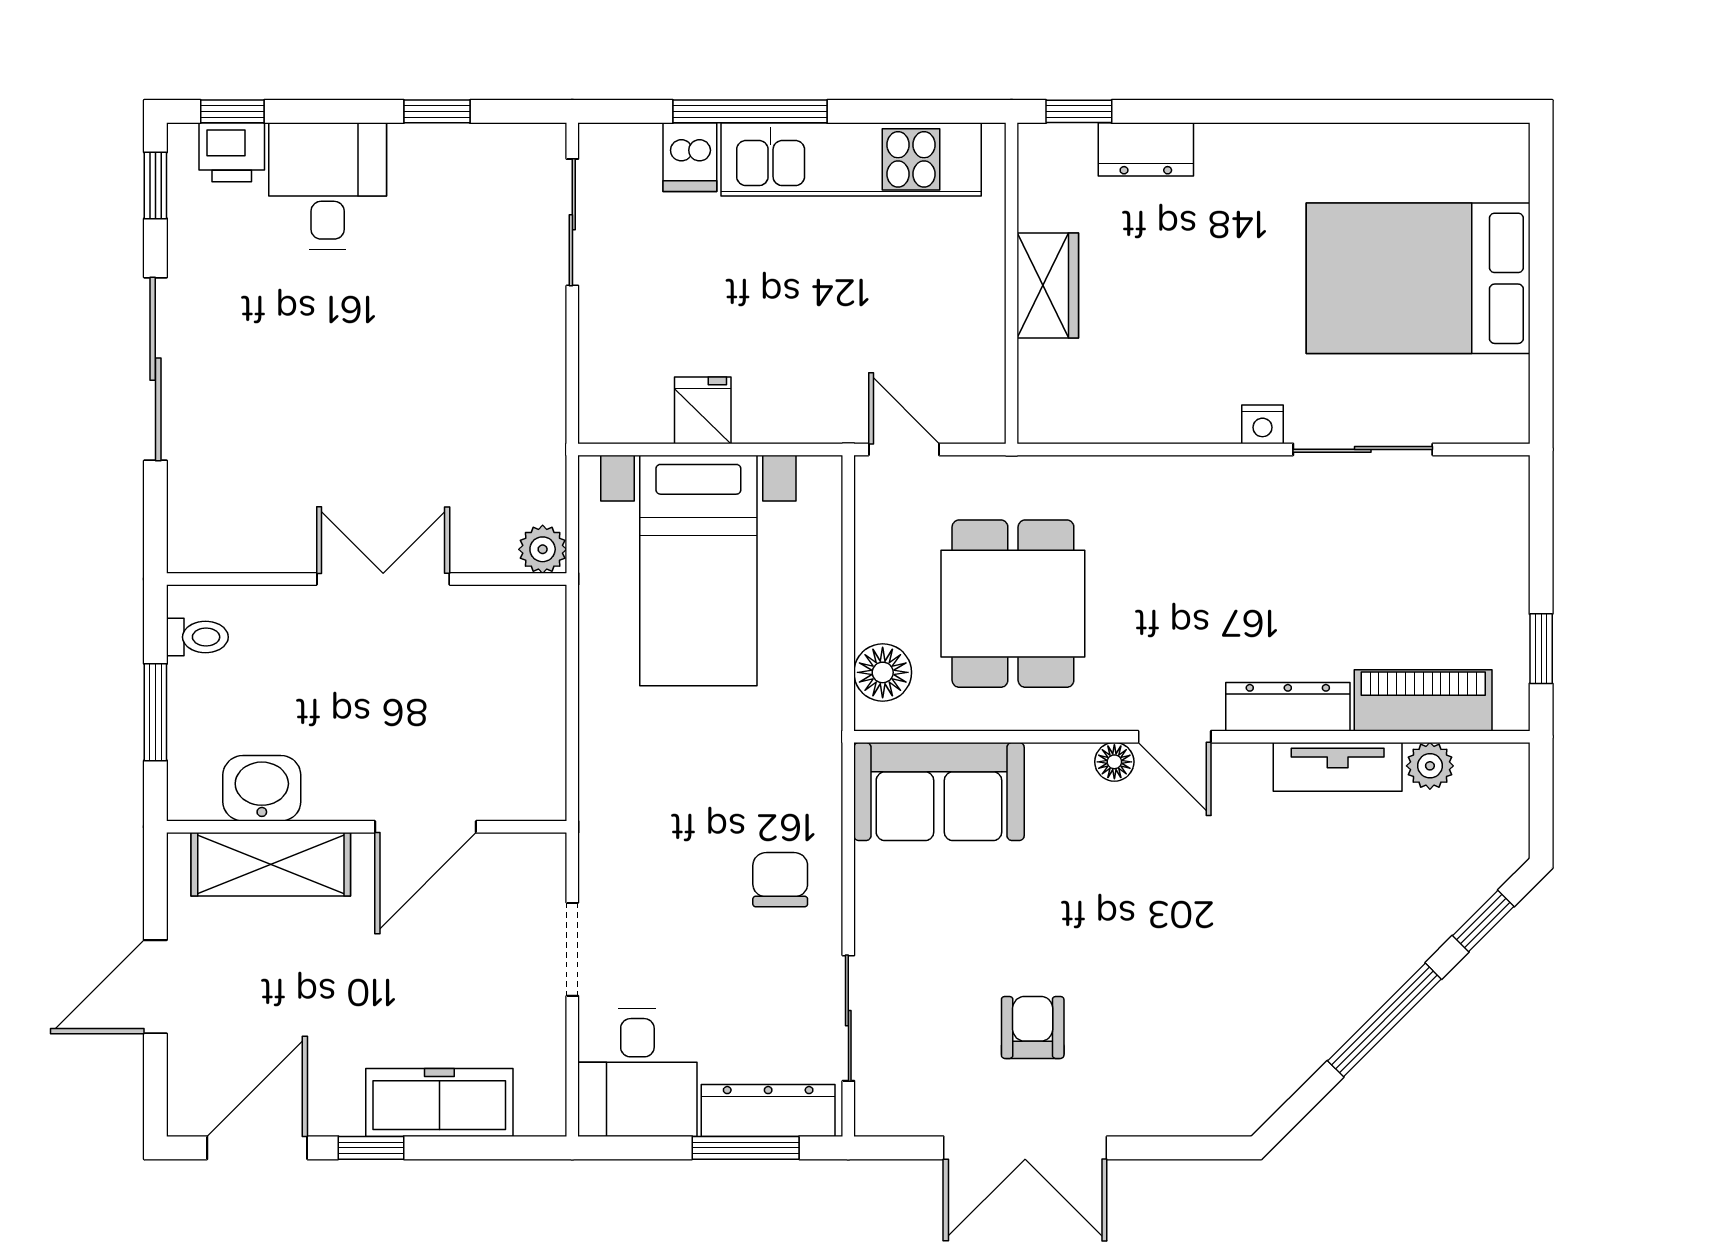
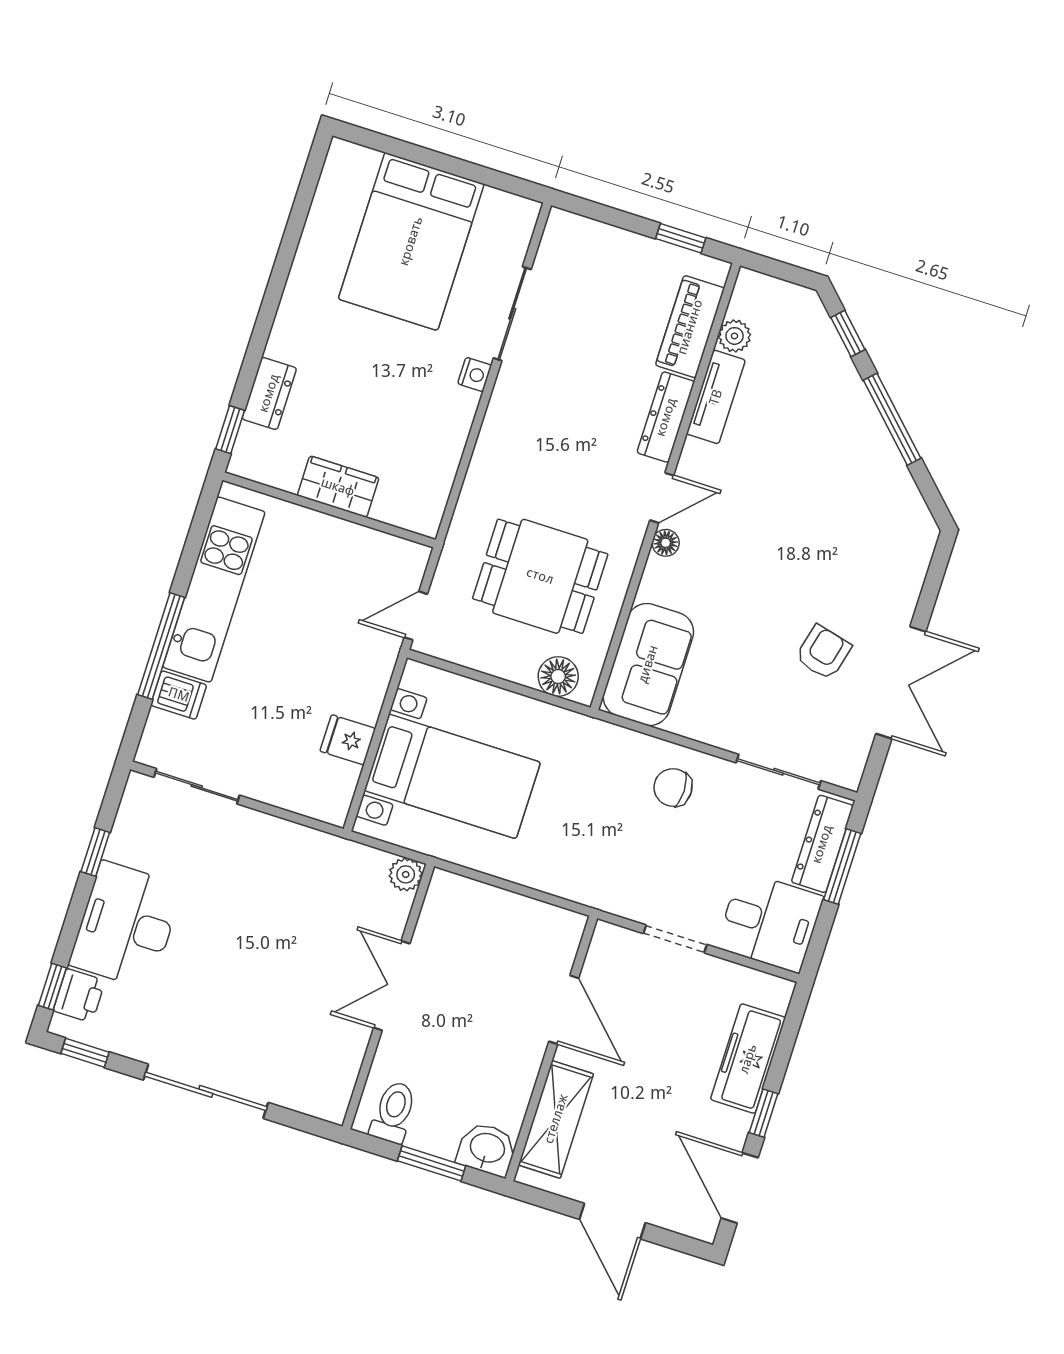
desk: (328, 186) -> (126, 925), width x1.37
toilet: (197, 637) -> (393, 1112), width x1.37, depth x1.39
washbasin: (262, 788) -> (487, 1149), moved, turned 90
armchair: (1033, 1027) -> (823, 652), turned 104

